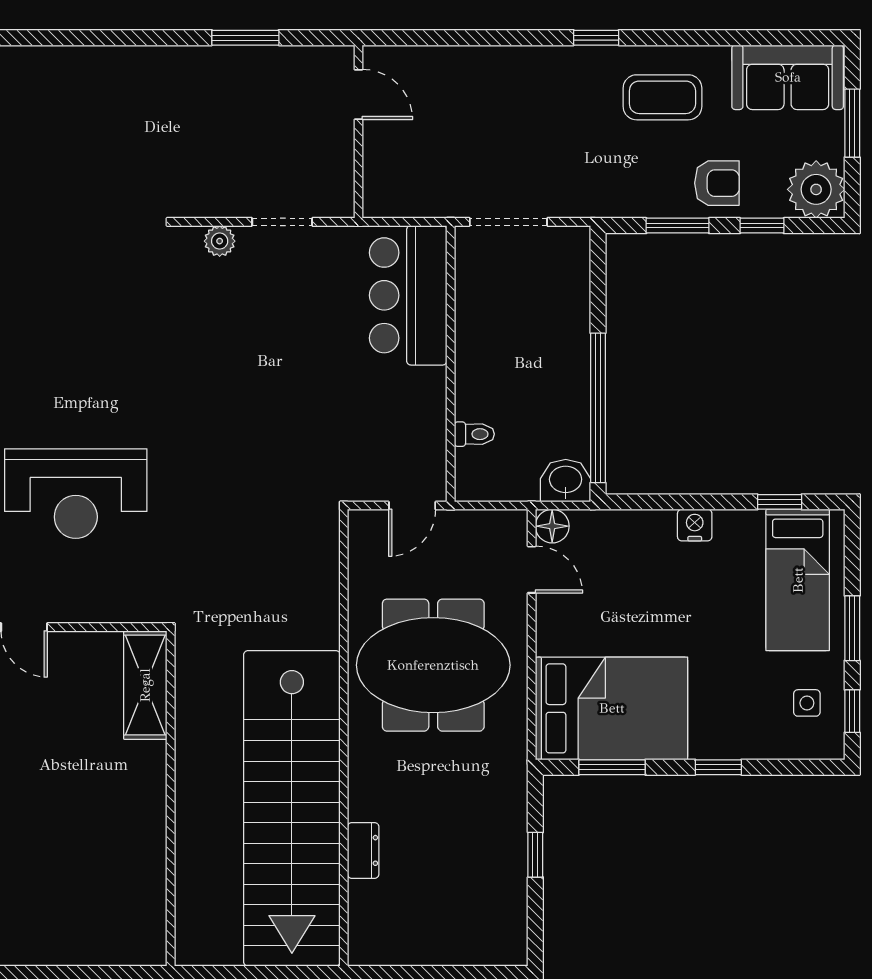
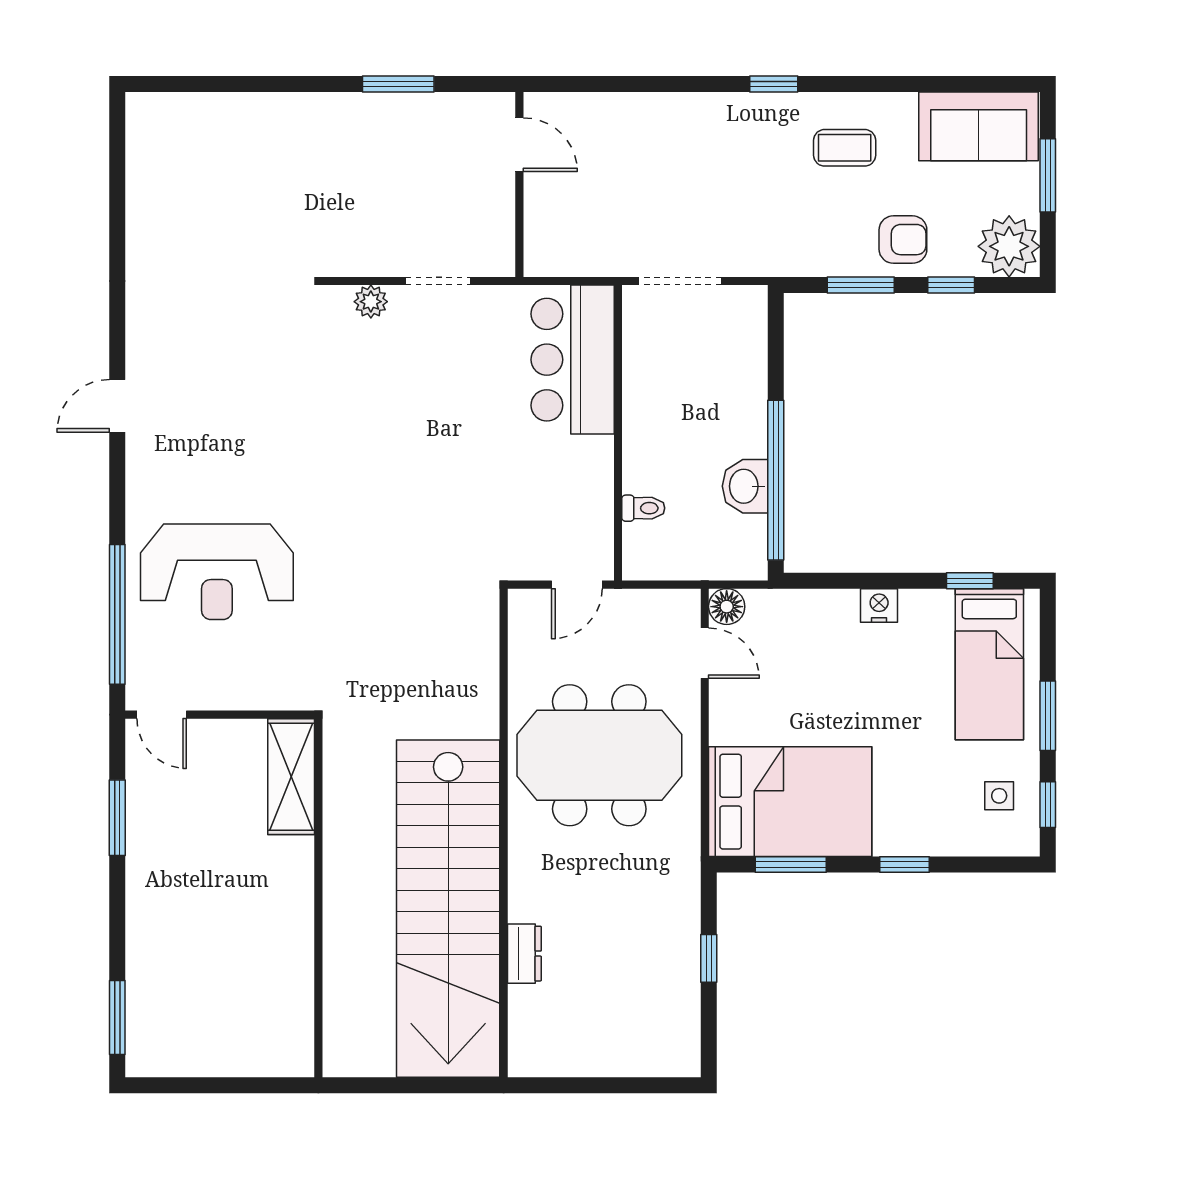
coffee table: (662, 97) -> (845, 148), width x0.73, depth x0.77
washbasin: (566, 481) -> (745, 486), moved, turned -90

